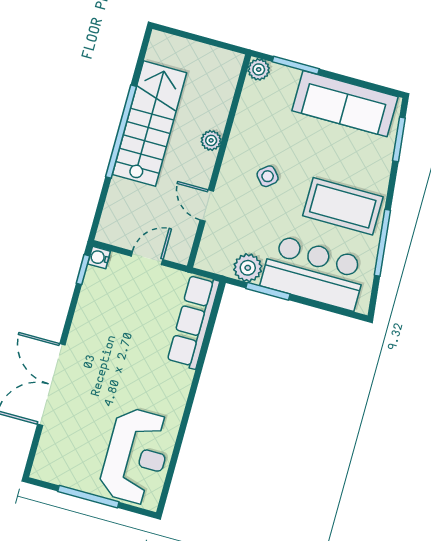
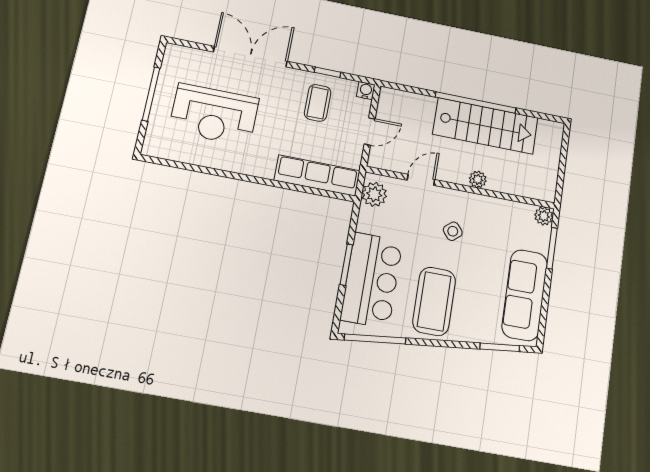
window: (382, 243) -> (375, 339), moved
door: (147, 258) -> (370, 131), hinge flipped
plant: (248, 268) -> (374, 194), moved
window: (83, 270) -> (328, 72), moved
window: (268, 291) -> (346, 265), moved
coffee table: (110, 314) -> (318, 103), added
reception desk: (136, 456) -> (214, 115), moved

